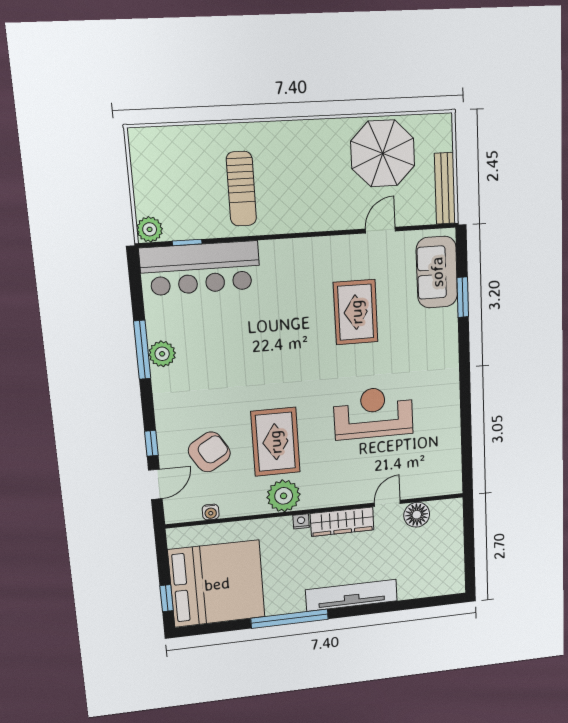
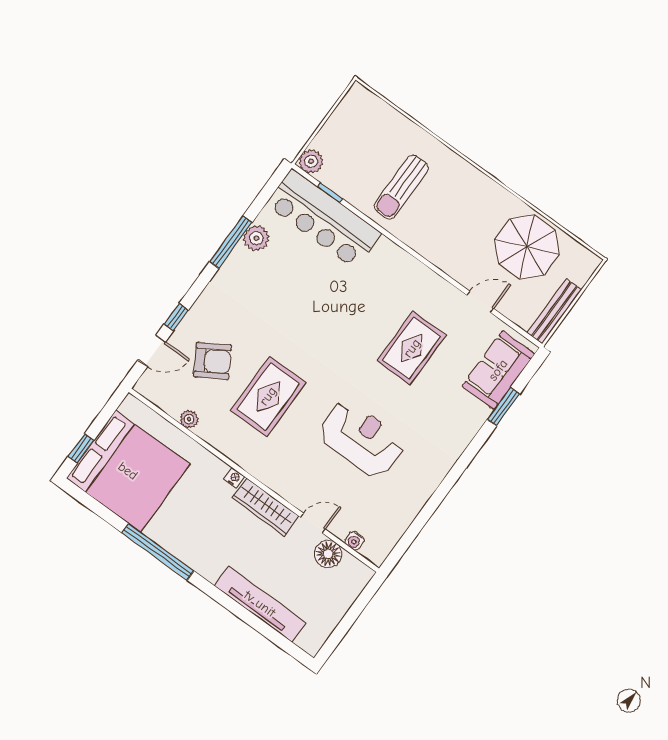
plant: (162, 354) -> (256, 238), moved
plant: (284, 496) -> (189, 419), moved, width x0.53, depth x0.53
water cooler: (211, 512) -> (355, 541), moved
tv unit: (352, 595) -> (260, 604), moved

